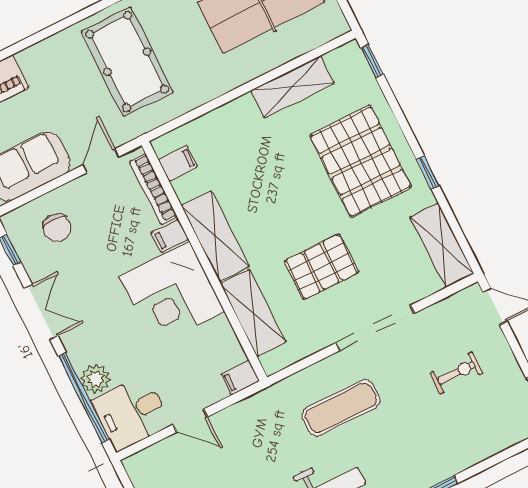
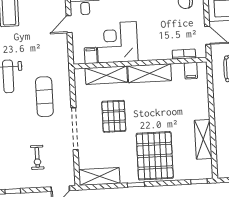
pallet: (361, 161) -> (155, 156), turned 90
bookcase: (153, 189) -> (184, 54), width x0.64
filing cabinet: (170, 236) -> (159, 52), removed
corner desk: (172, 294) -> (117, 42), moved
filing cabinet: (240, 378) -> (91, 55), moved

